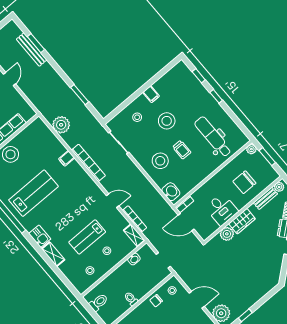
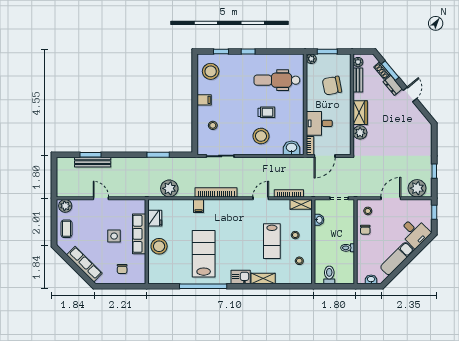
stool: (167, 121) -> (211, 71), moved
fridge: (29, 133) -> (155, 218), added
chair: (244, 182) -> (332, 86), turned 79
desk: (222, 209) -> (319, 123), moved, turned 180

